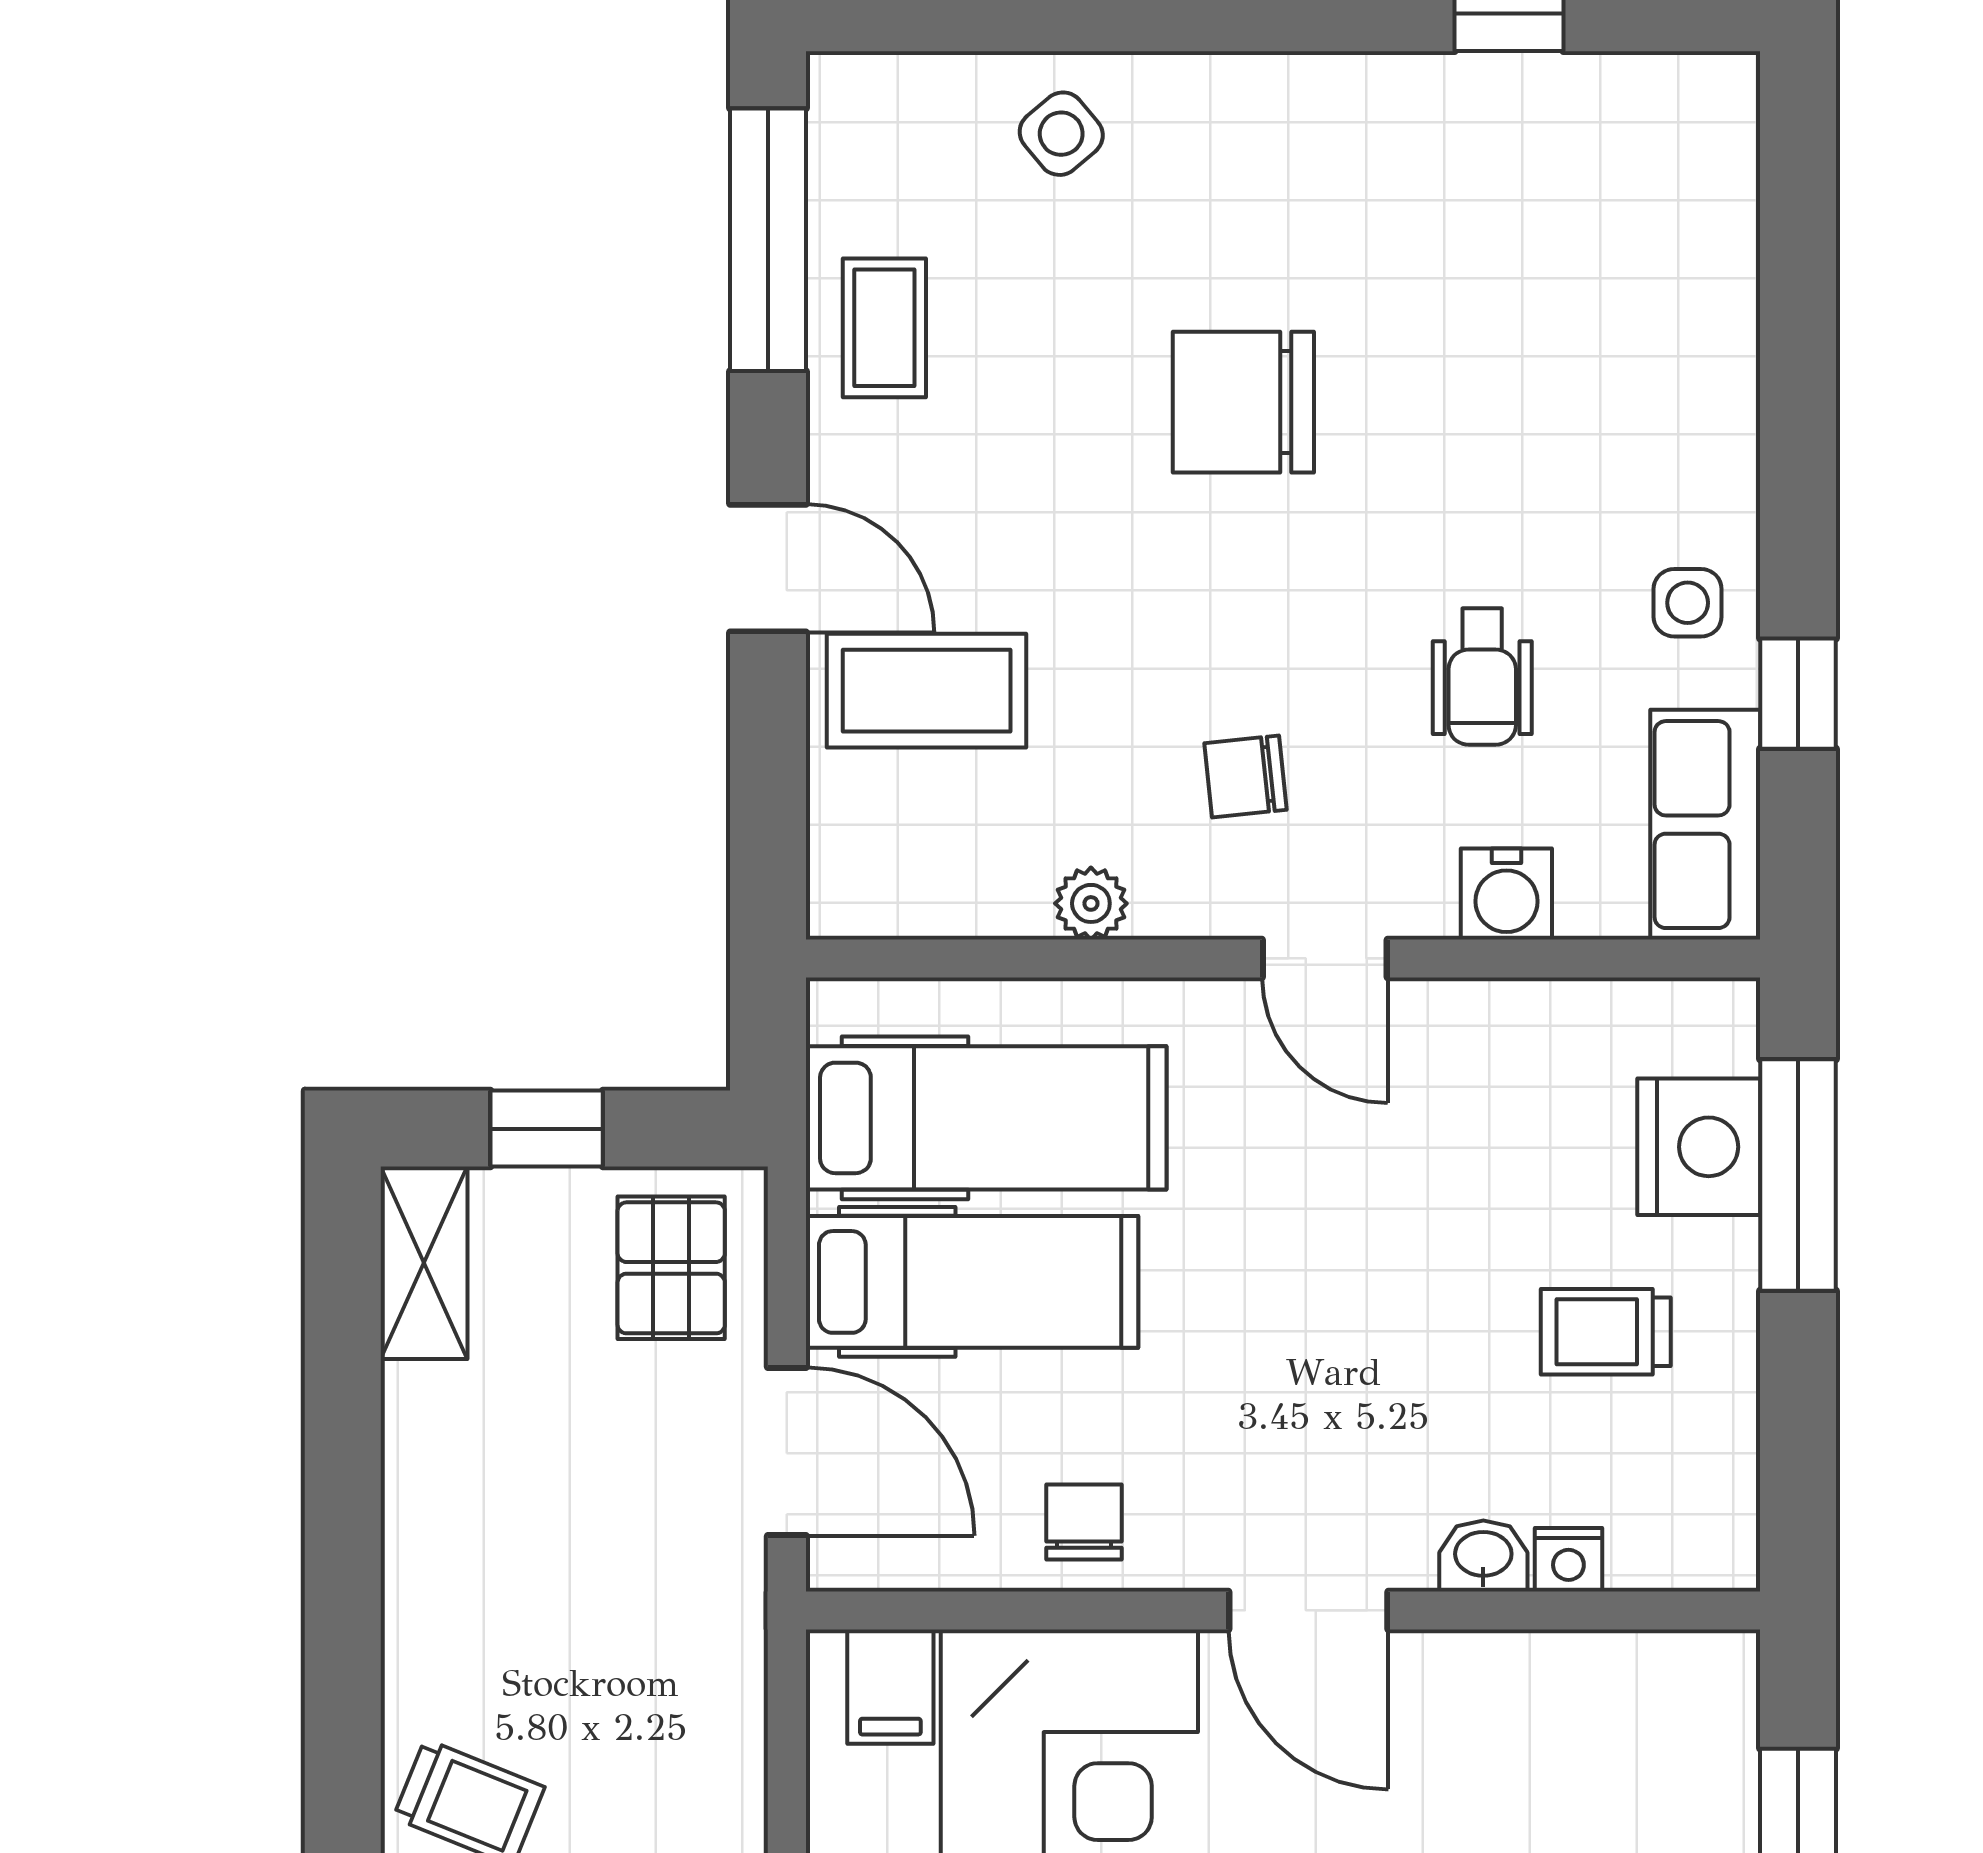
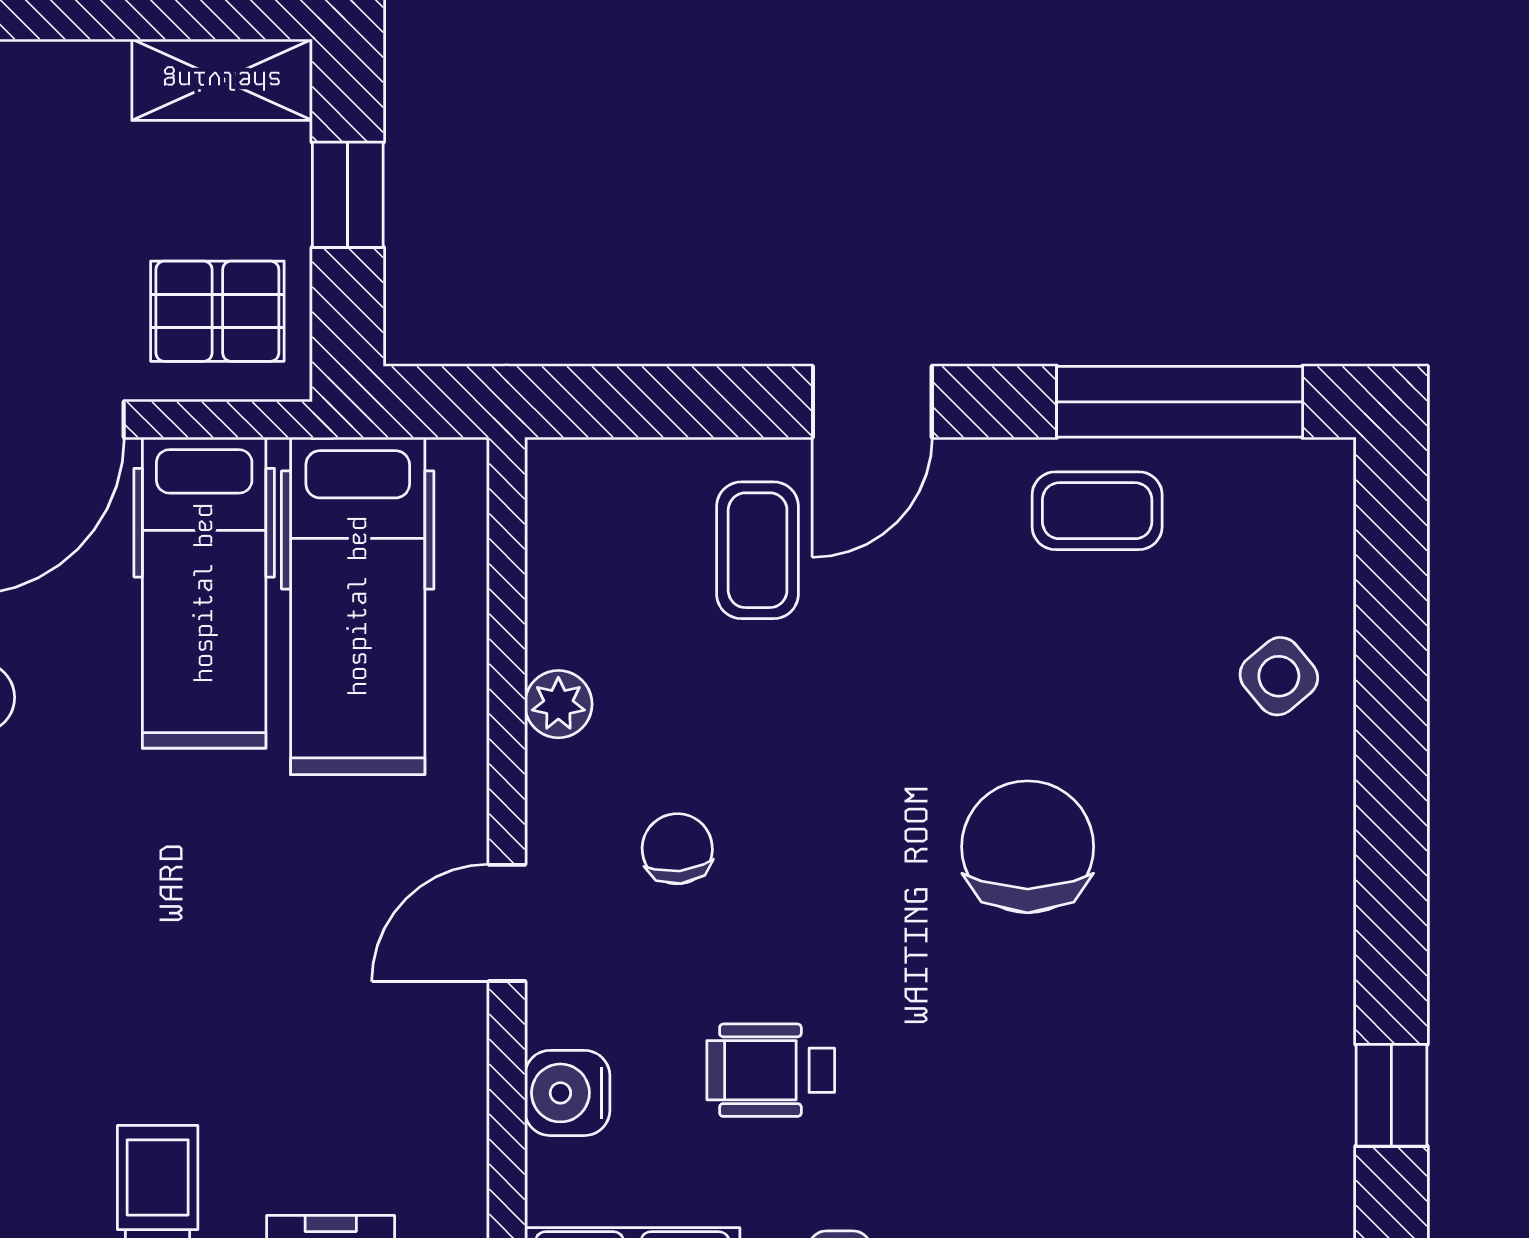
coffee table: (927, 691) -> (758, 550), width x0.73, depth x0.77

